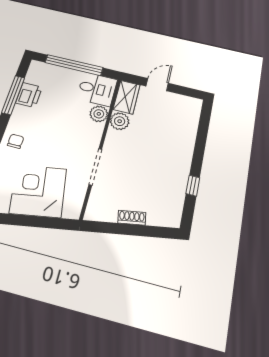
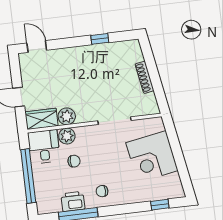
chair: (70, 111) -> (74, 161), added
door: (205, 120) -> (37, 47), added
chair: (16, 141) -> (102, 191), moved
shoe rack: (132, 218) -> (144, 77), width x1.43

